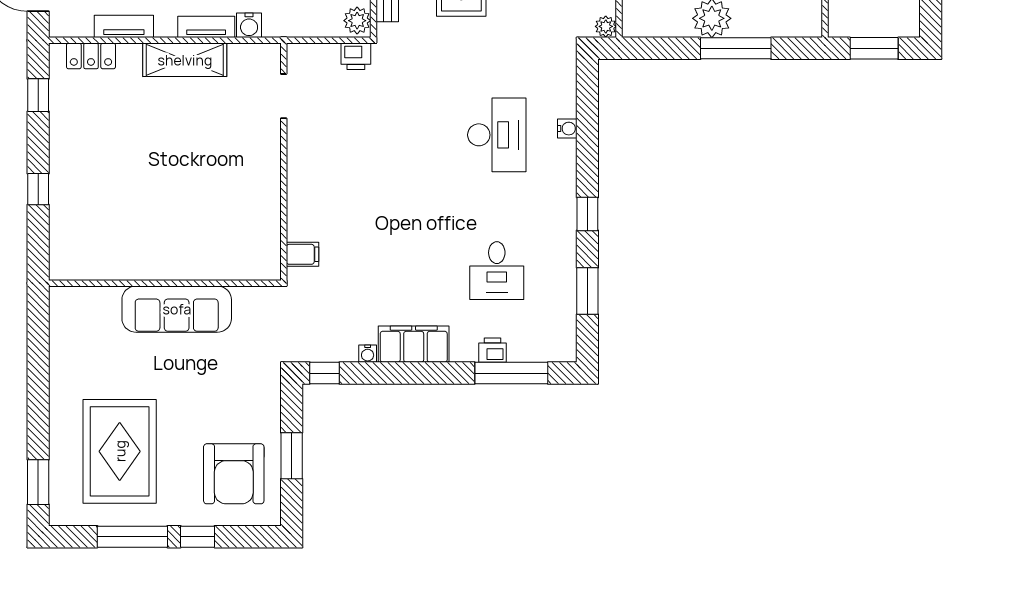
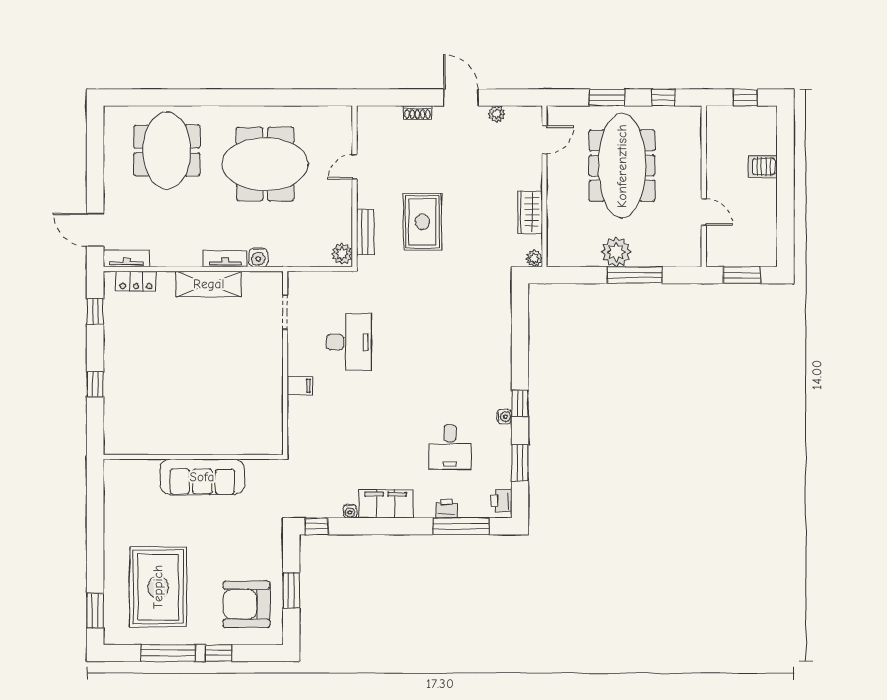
tv unit: (124, 26) -> (127, 258), moved
printer: (356, 56) -> (501, 501), moved, turned 90
water cooler: (567, 129) -> (504, 416), moved
desk: (497, 135) -> (349, 342), moved
filing cabinet: (303, 254) -> (300, 386), moved
armchair: (234, 474) -> (246, 604), turned 90

